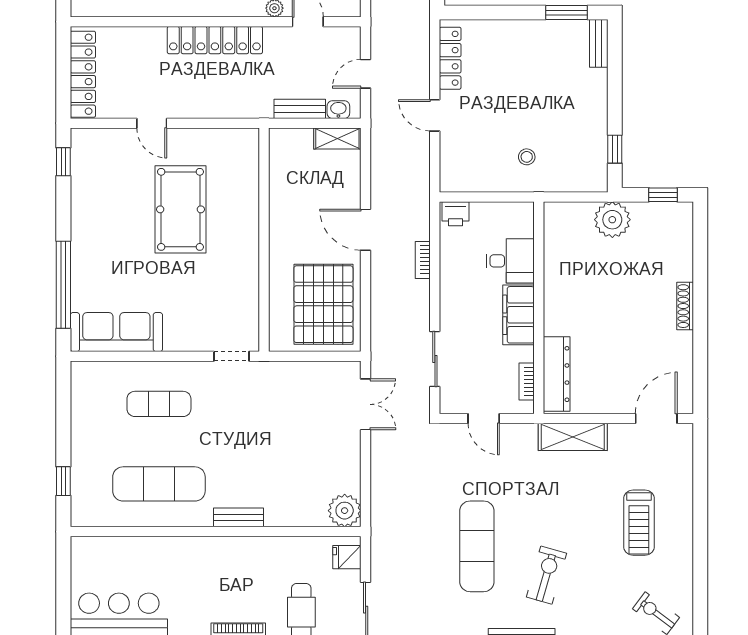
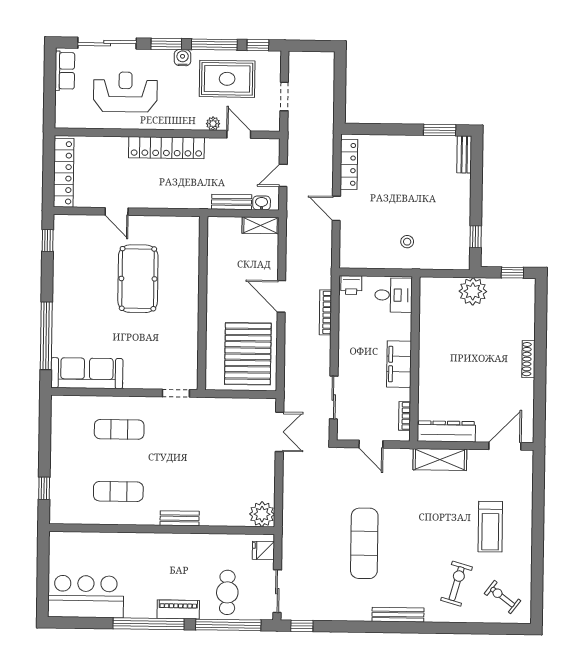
bookcase: (423, 260) -> (325, 312), width x1.56
desk: (510, 261) -> (394, 295), moved
dresser: (557, 374) -> (446, 431), moved, turned -90
exercise mat: (159, 484) -> (118, 491), width x0.73, depth x0.69
exercise bike: (546, 575) -> (457, 584), moved

